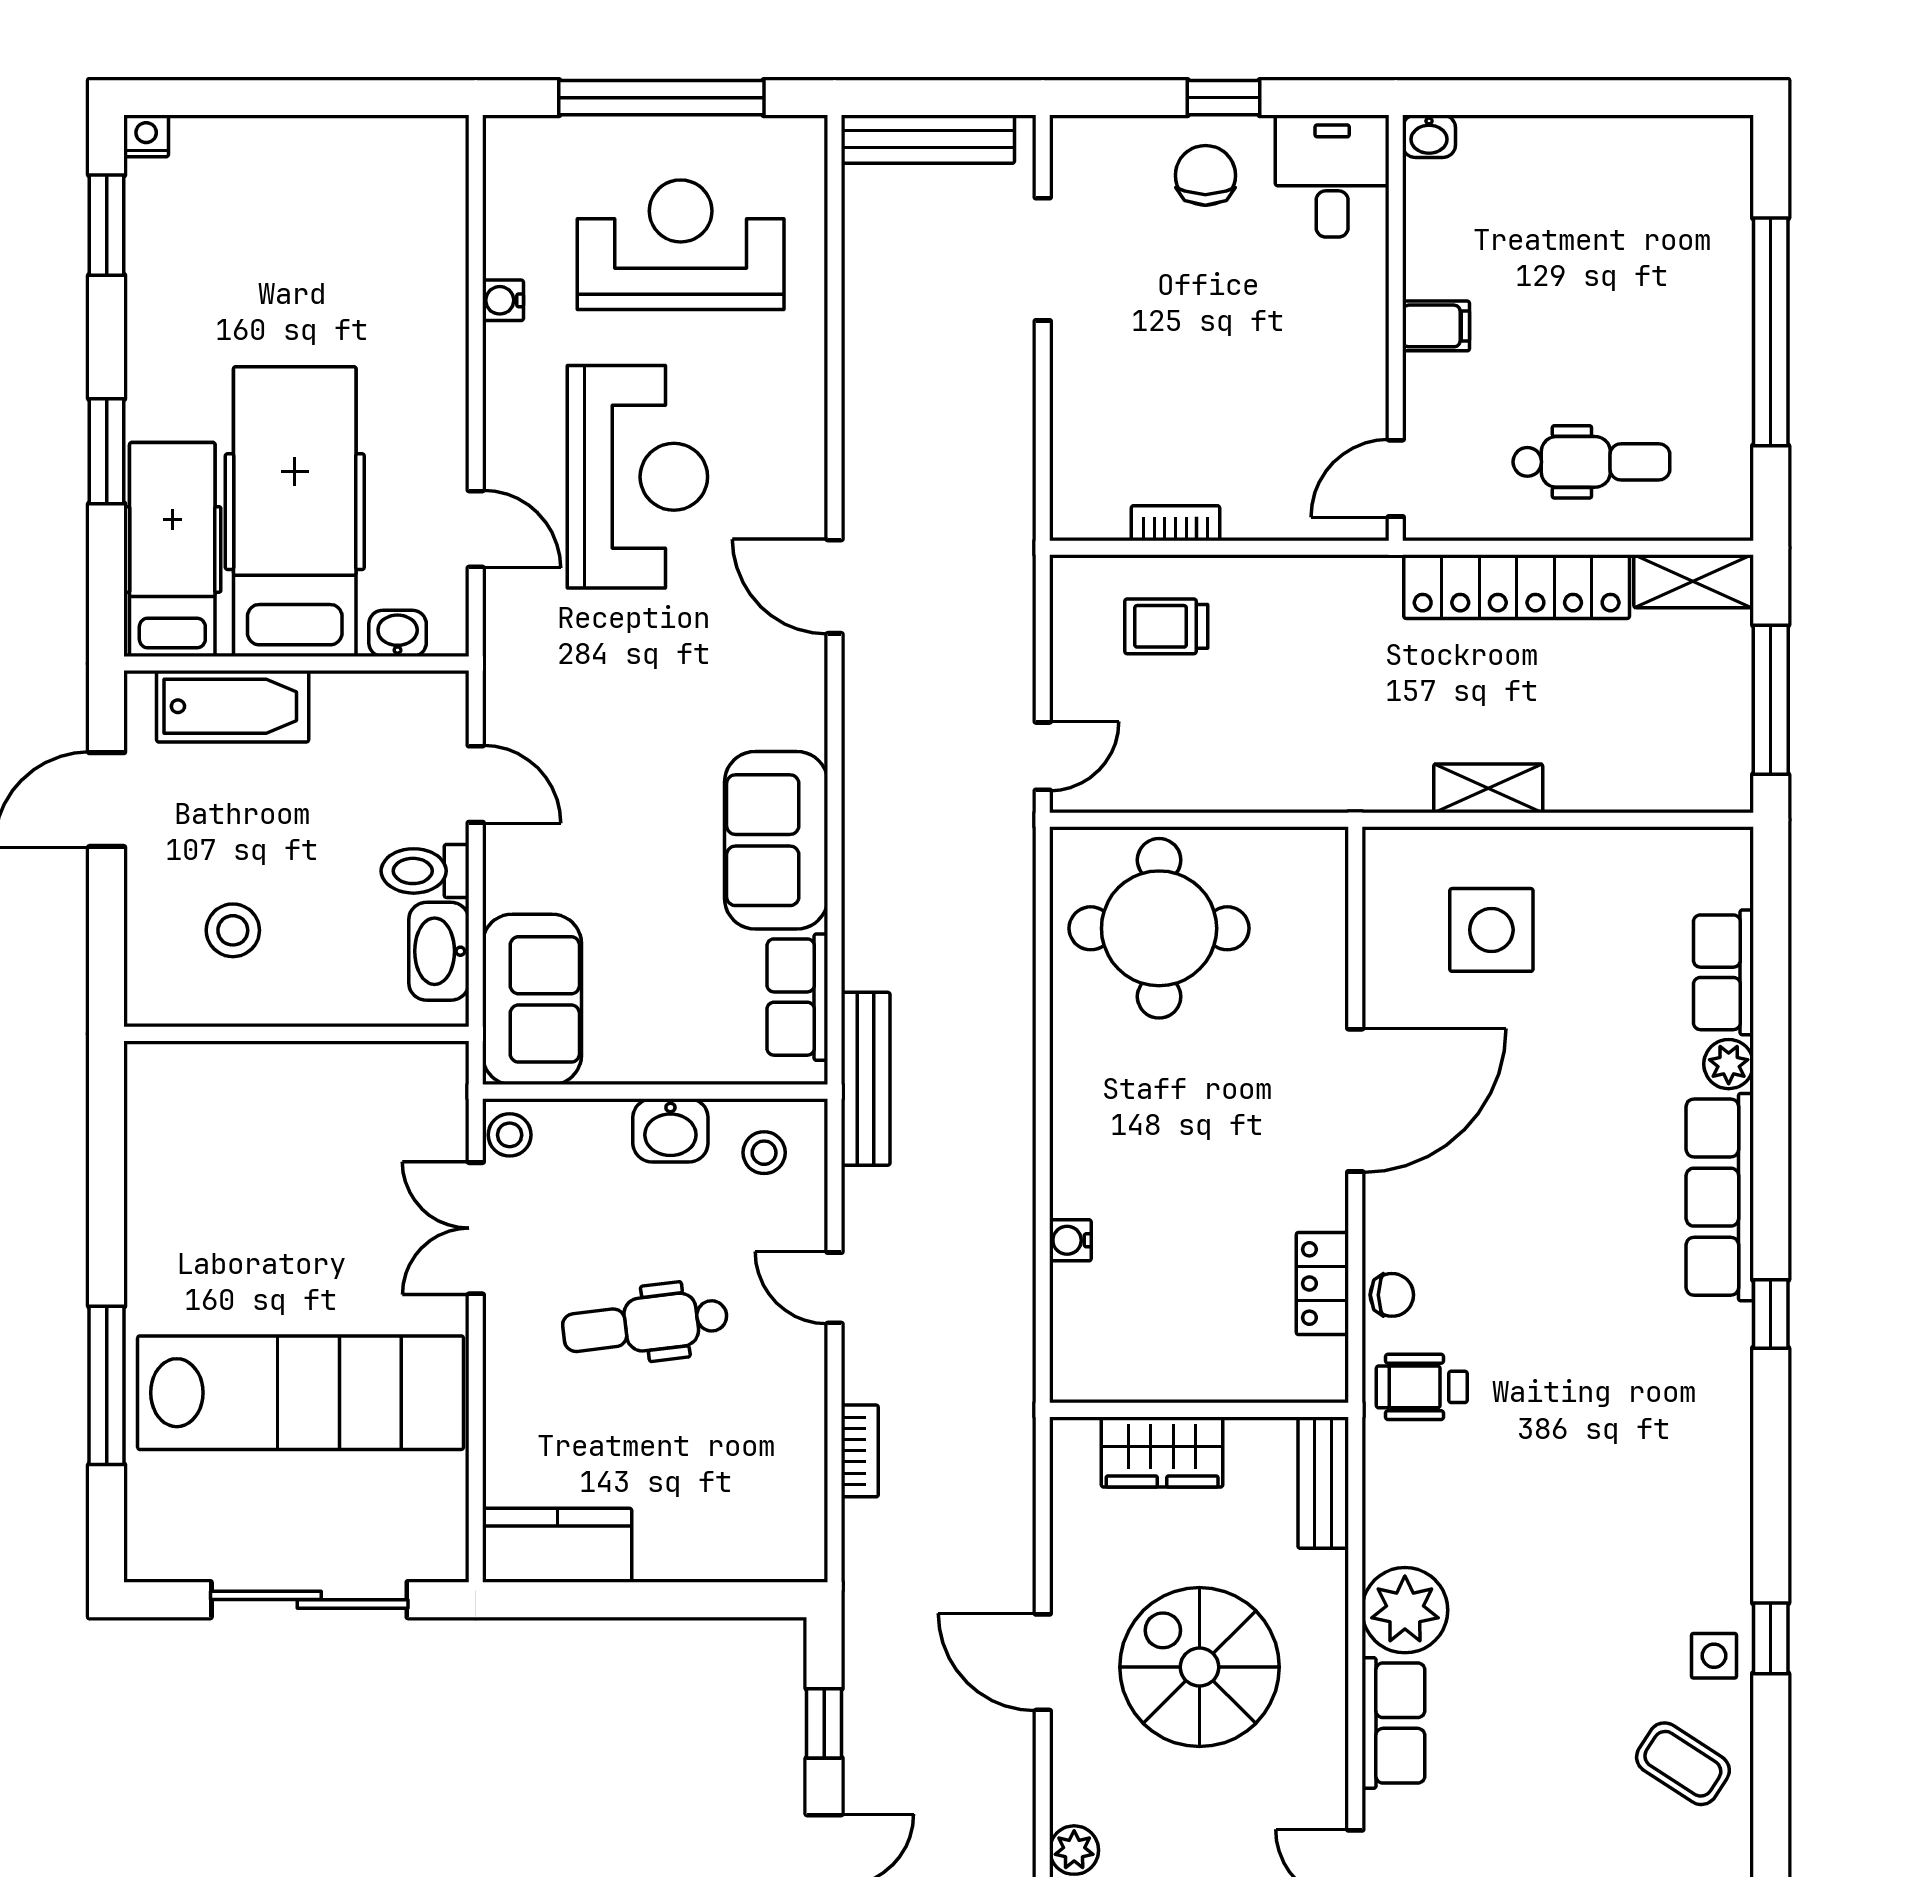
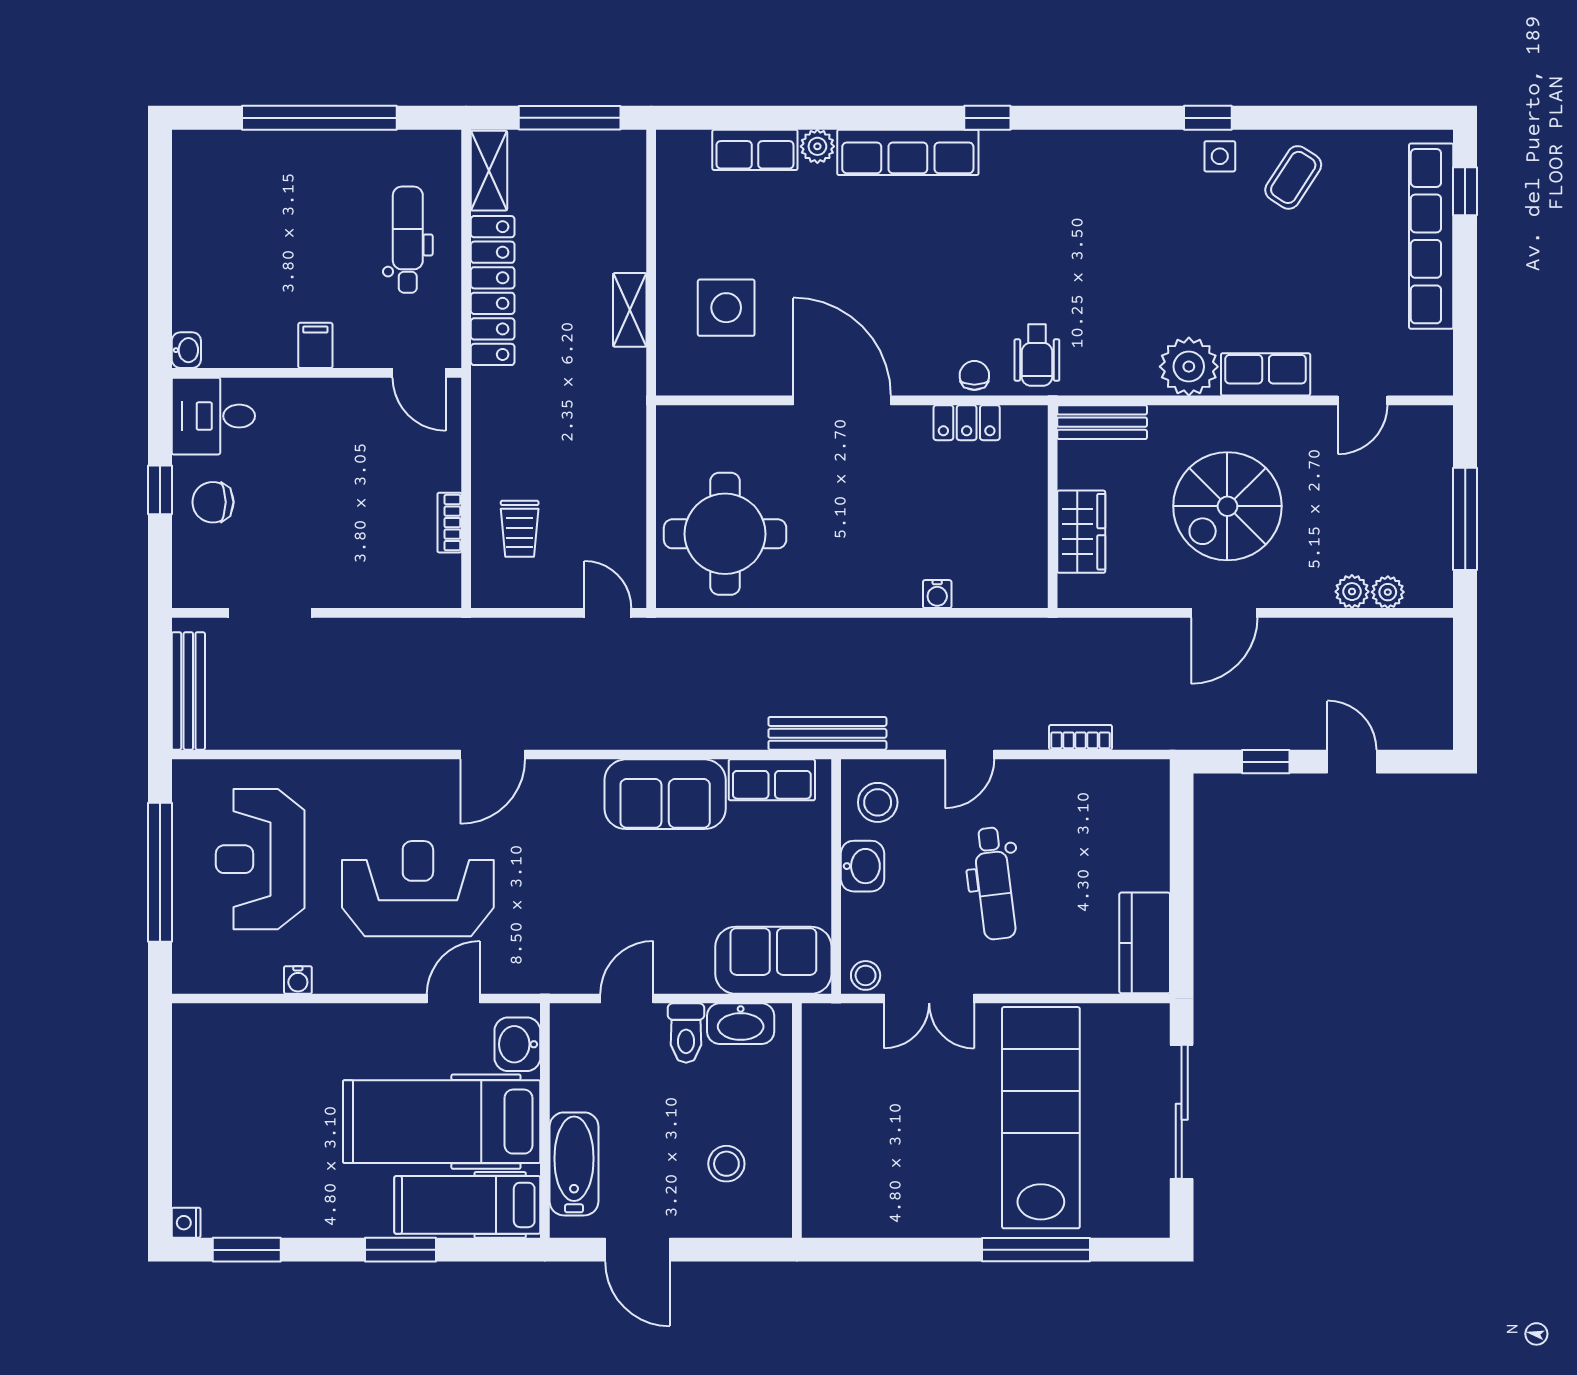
washbasin: (398, 633) -> (517, 1044), width x1.38, depth x1.45
stool: (764, 1153) -> (878, 802), width x1.37, depth x1.37

